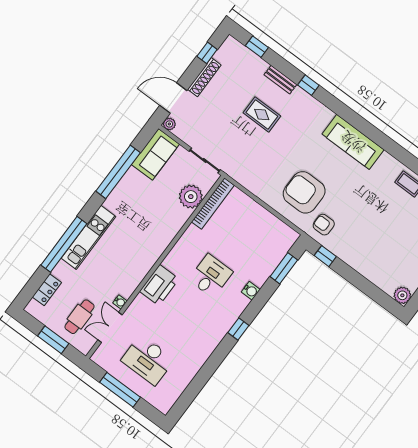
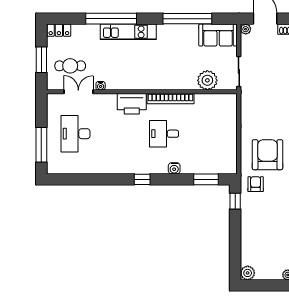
bookcase: (213, 203) -> (170, 99), moved
desk: (211, 276) -> (164, 134), turned 180
locker: (47, 290) -> (59, 30), moved
window: (120, 390) -> (41, 145), moved

